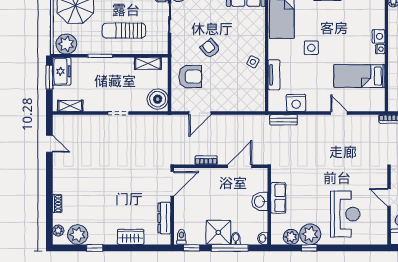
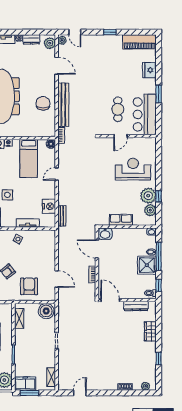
floor lamp: (379, 105) -> (51, 144), added
washbasin: (260, 201) -> (105, 234), moved
plant: (78, 235) -> (149, 372), removed

